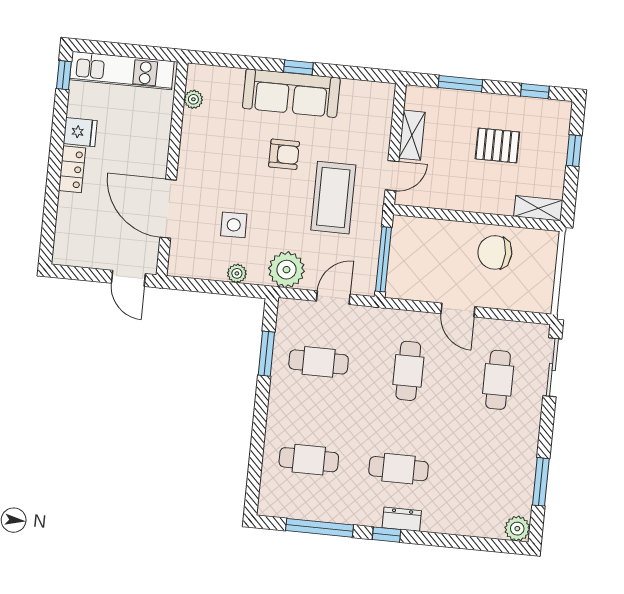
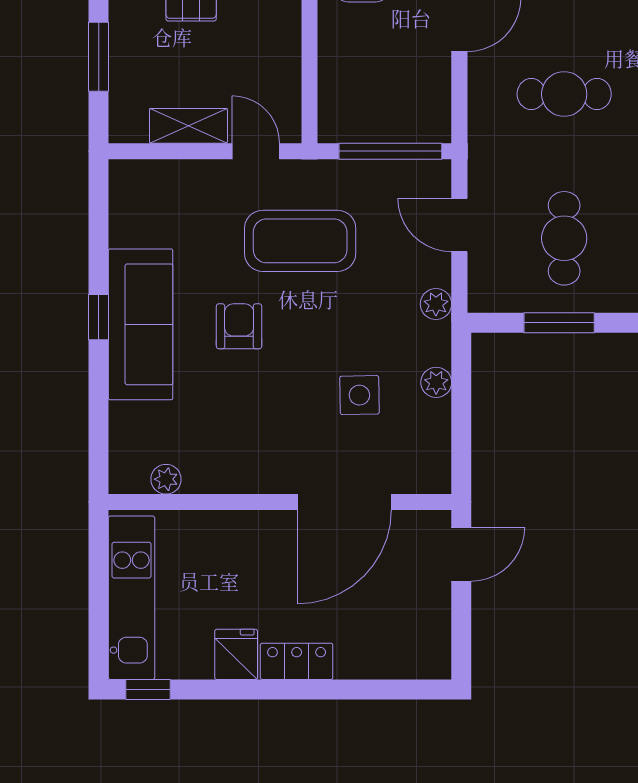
plant: (286, 270) -> (436, 304), width x0.53, depth x0.53

